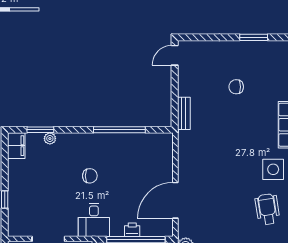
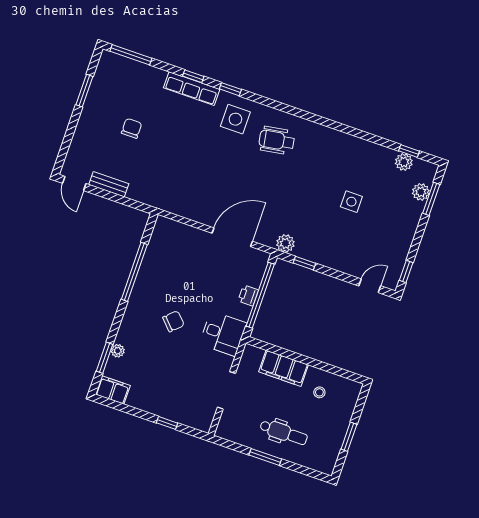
chair: (236, 87) -> (132, 128), turned 180
bench: (184, 113) -> (109, 184), moved
chair: (90, 176) -> (173, 321), turned 46
door: (175, 200) -> (232, 237), swing flipped

